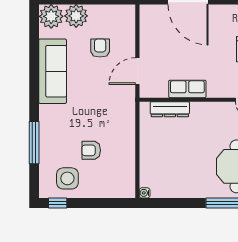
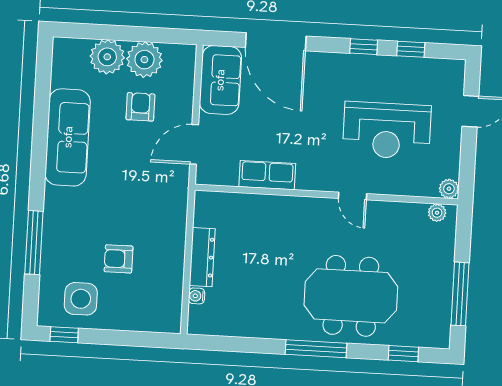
plant: (51, 16) -> (144, 60), moved
sofa: (152, 27) -> (220, 80), added
dresser: (170, 109) -> (202, 257), moved, turned -90
water cooler: (145, 193) -> (197, 296), moved

